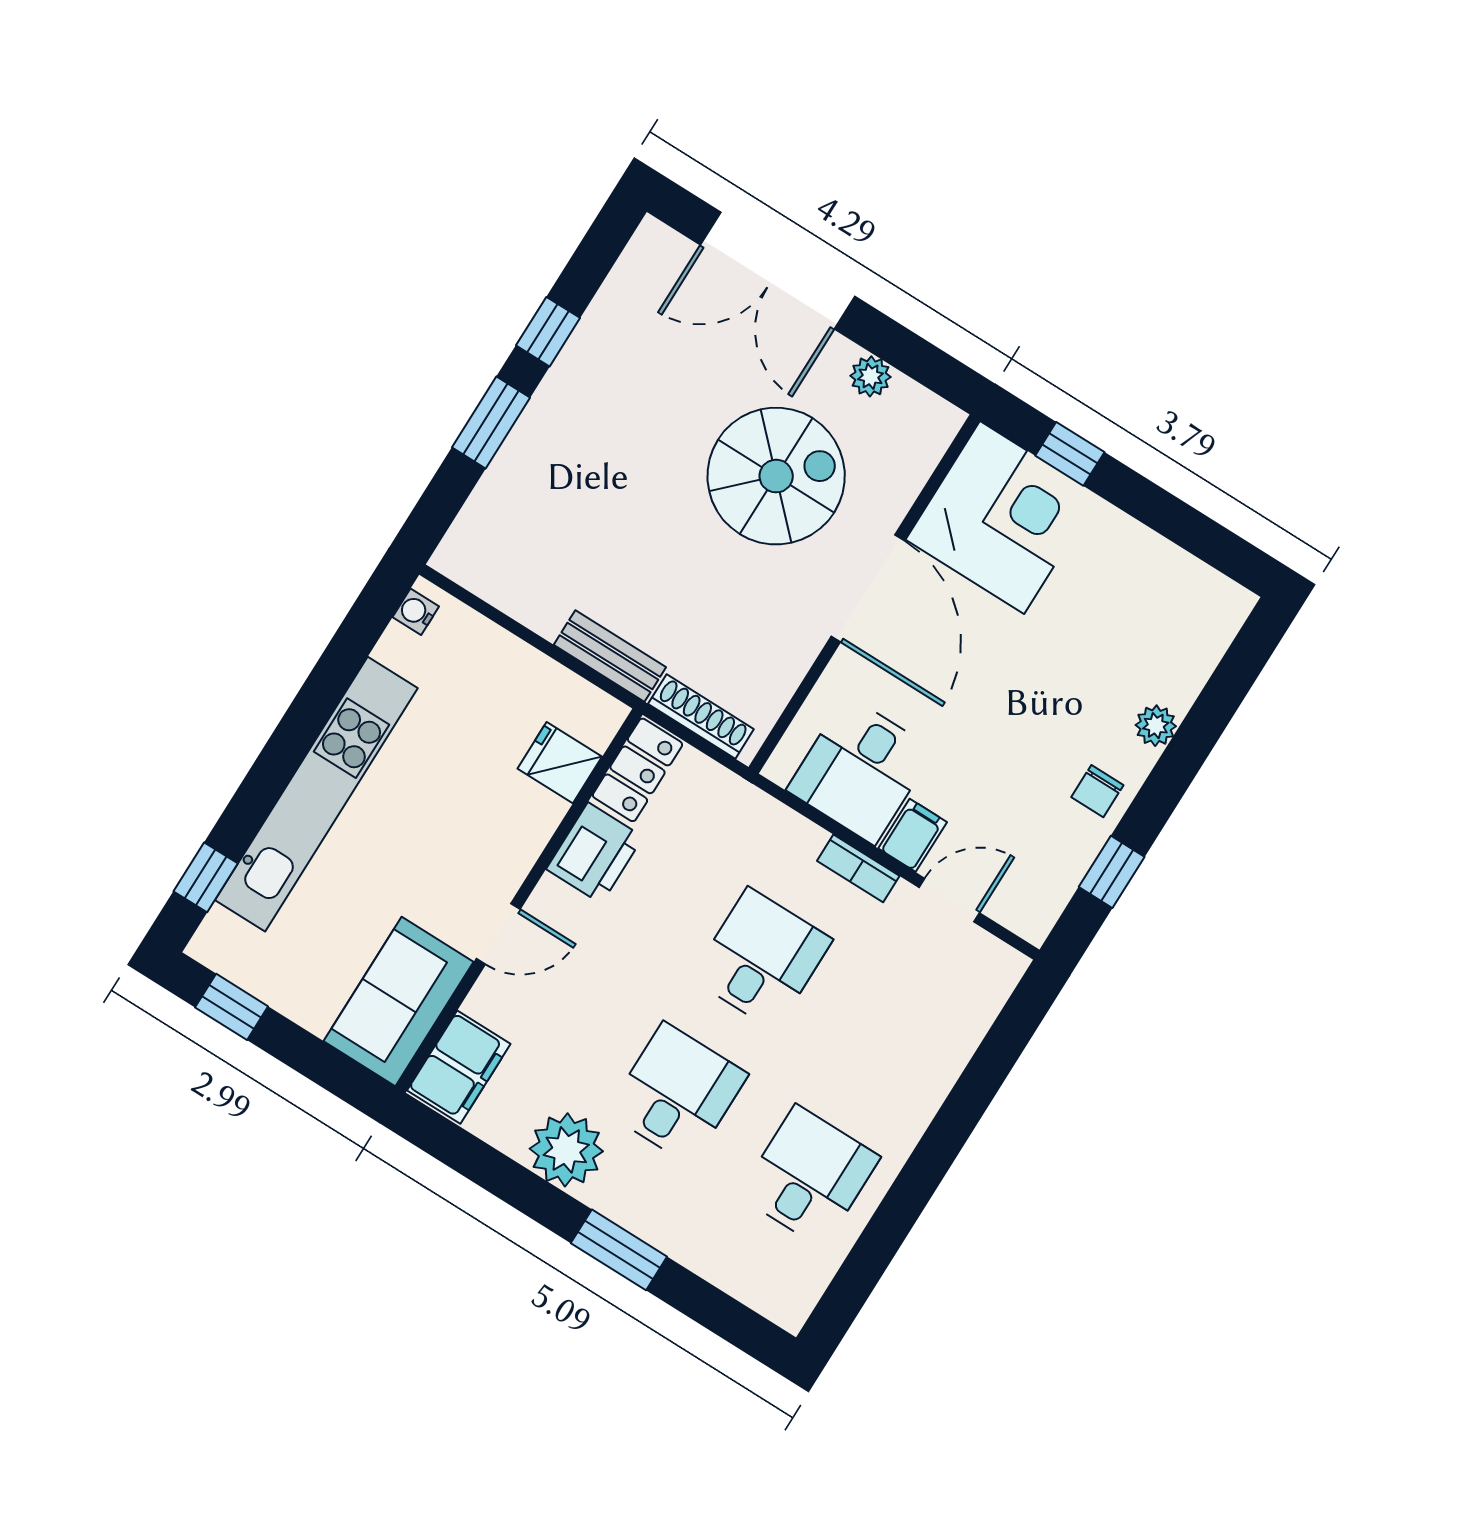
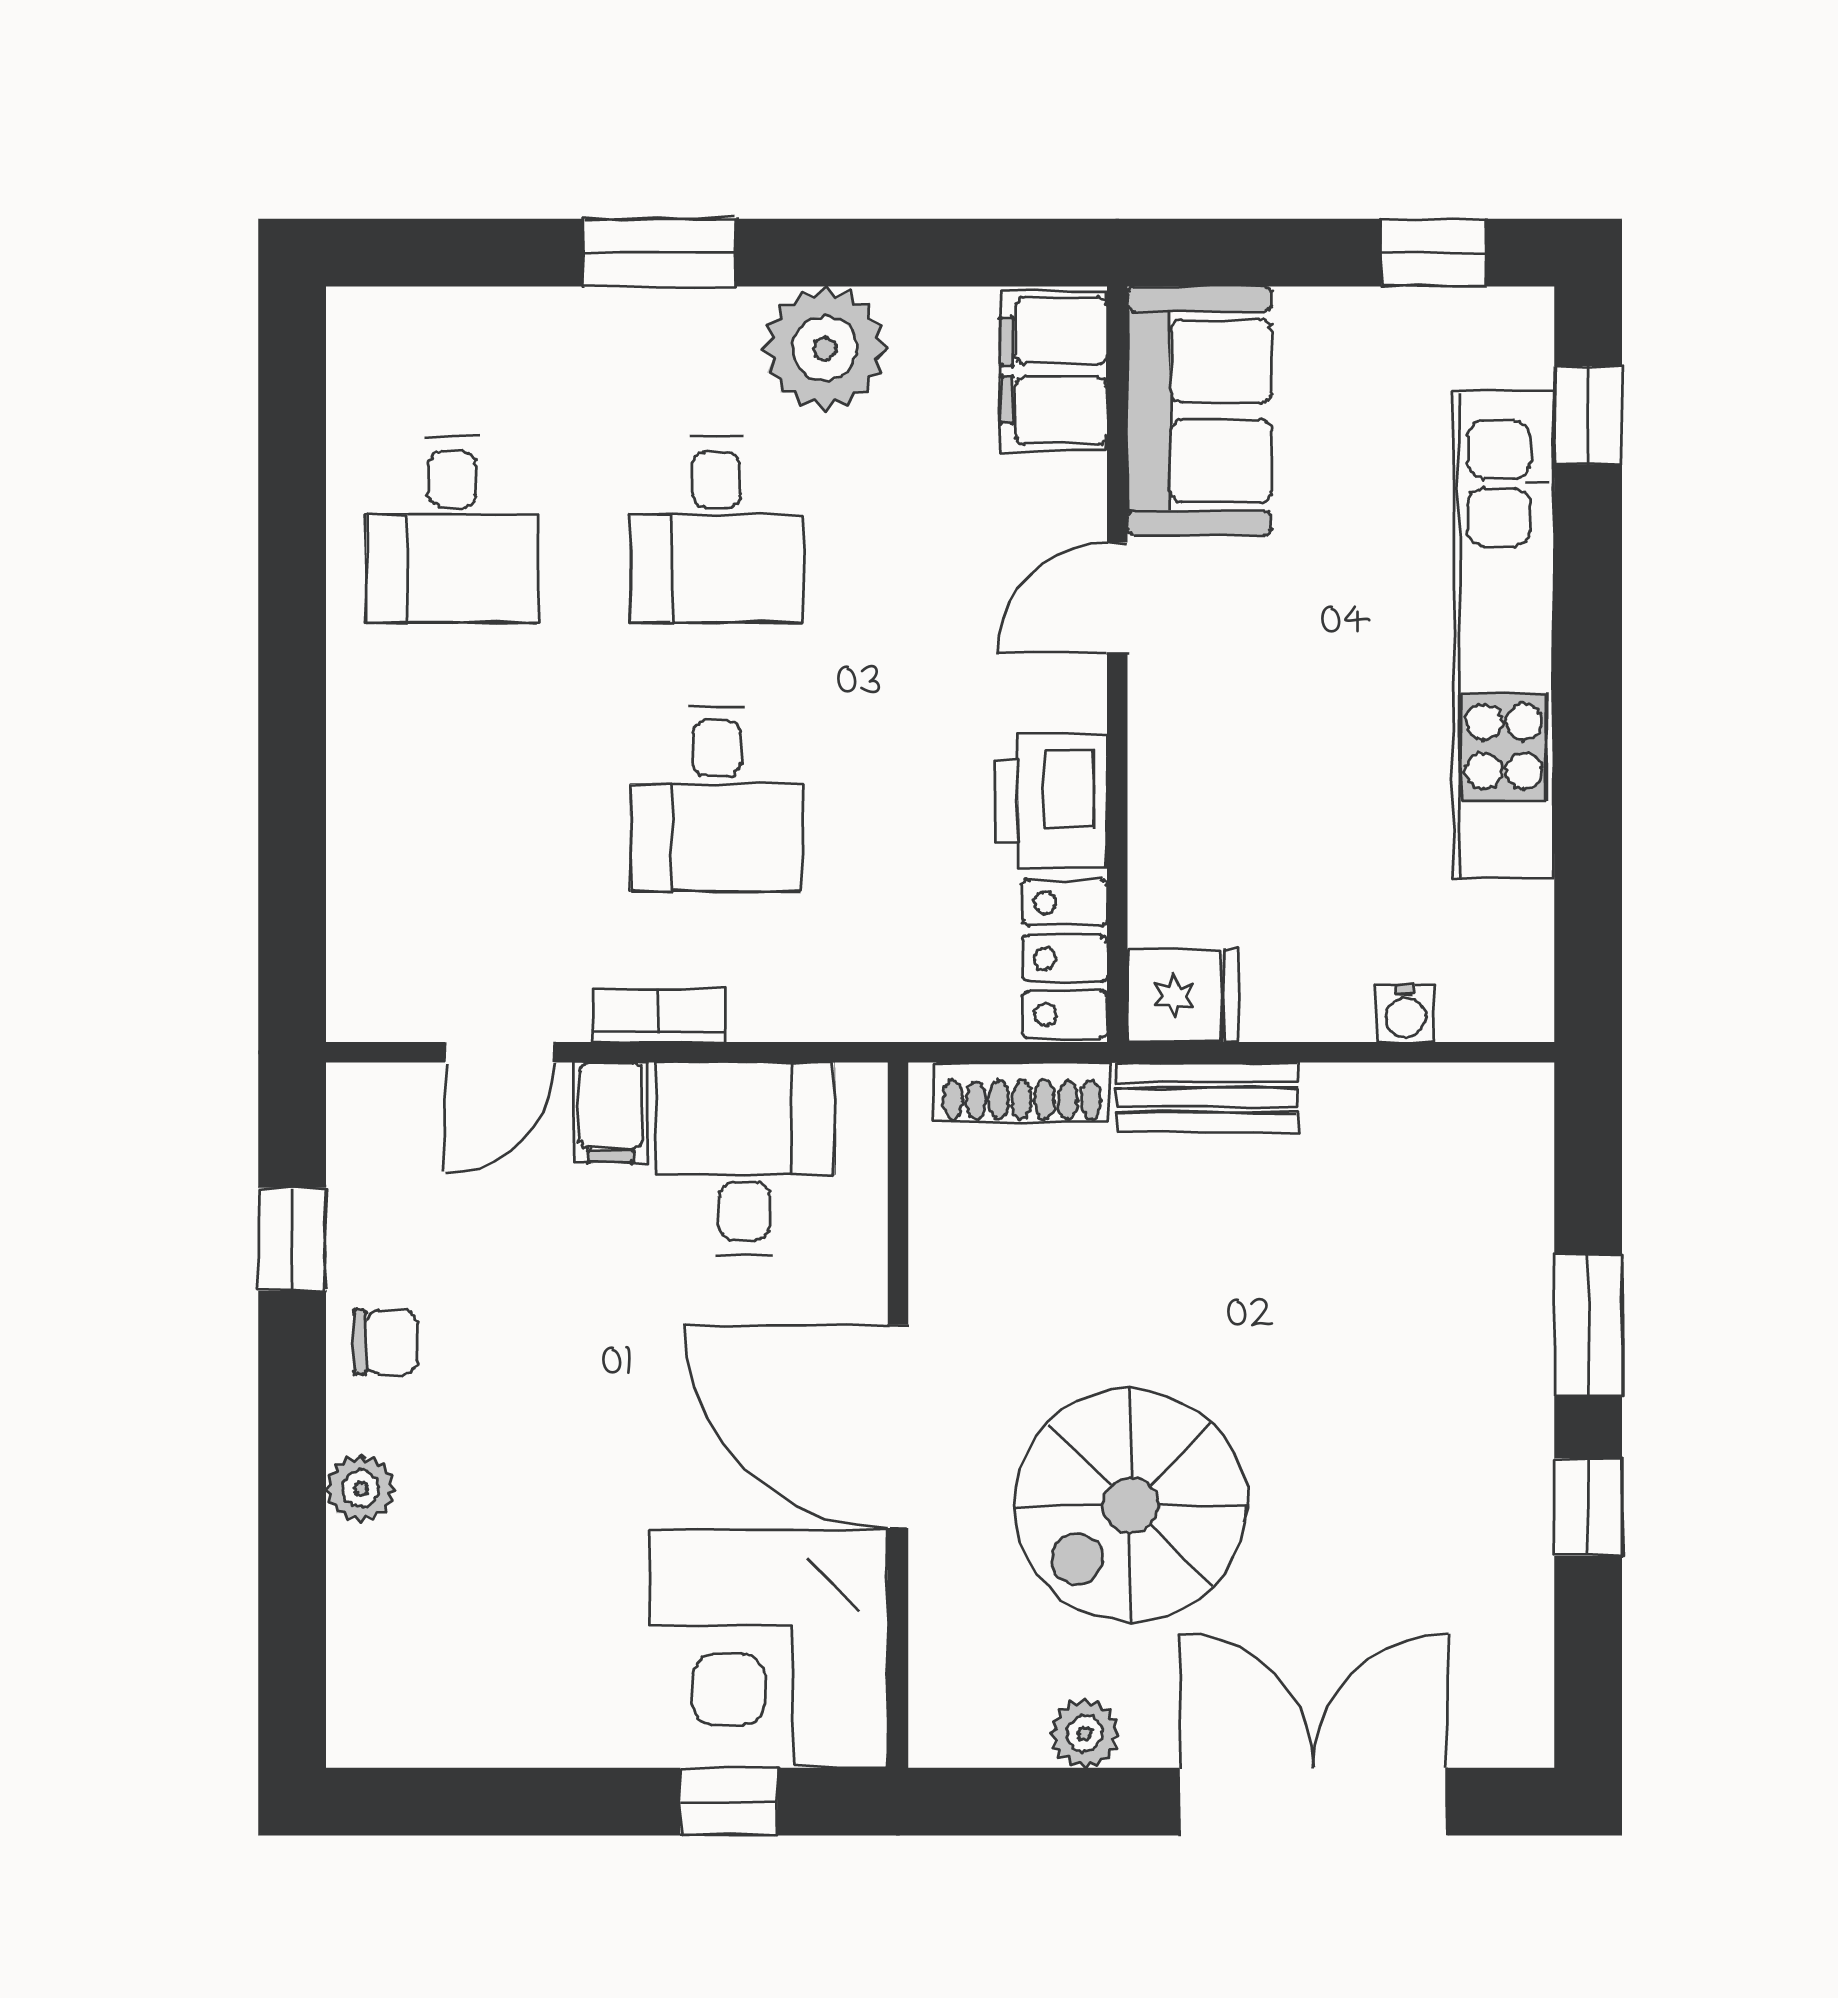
water cooler: (416, 612) -> (1406, 1013), moved, turned 90
fridge: (560, 763) -> (1183, 996), moved
chair: (1097, 791) -> (385, 1342), turned 90

